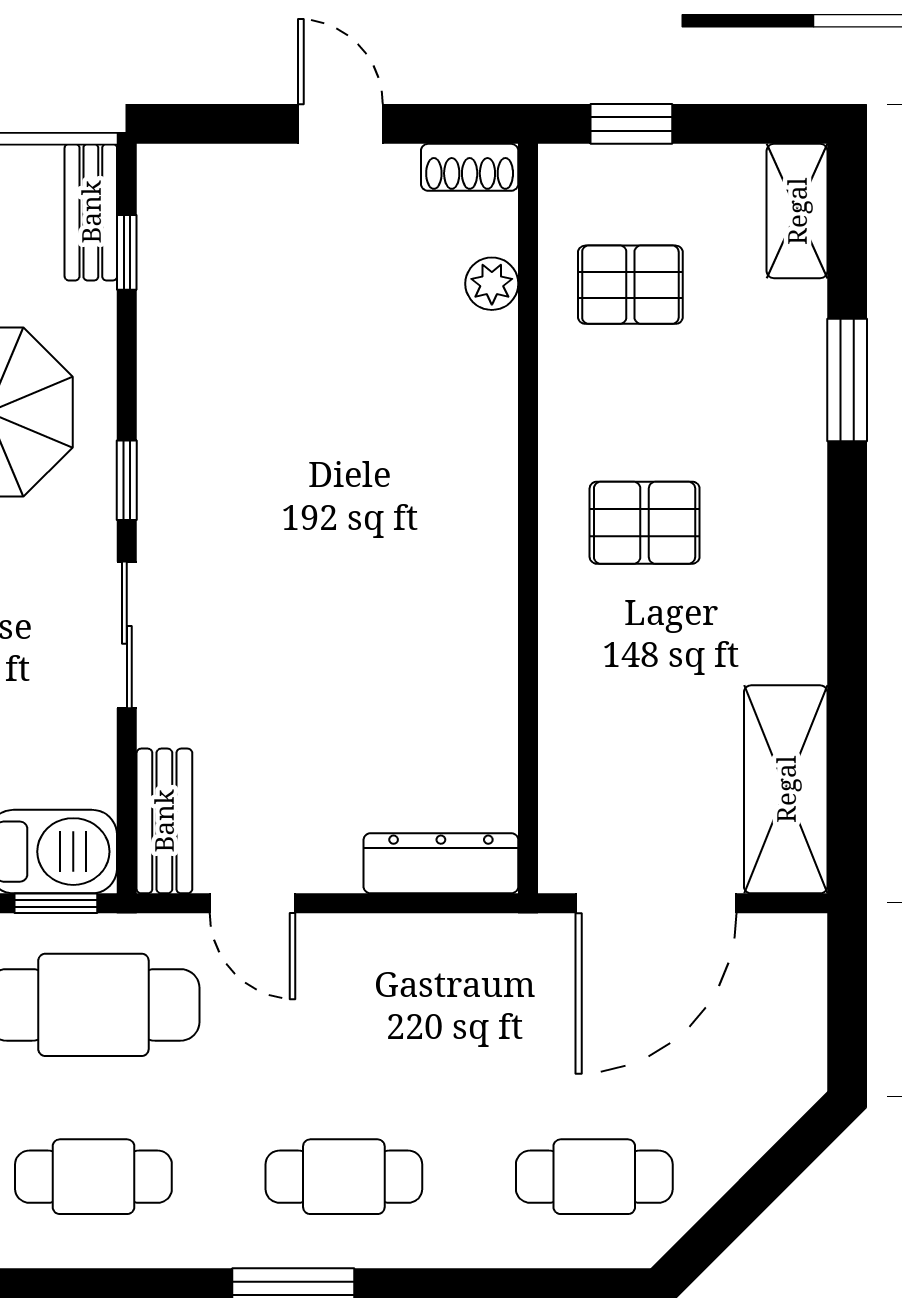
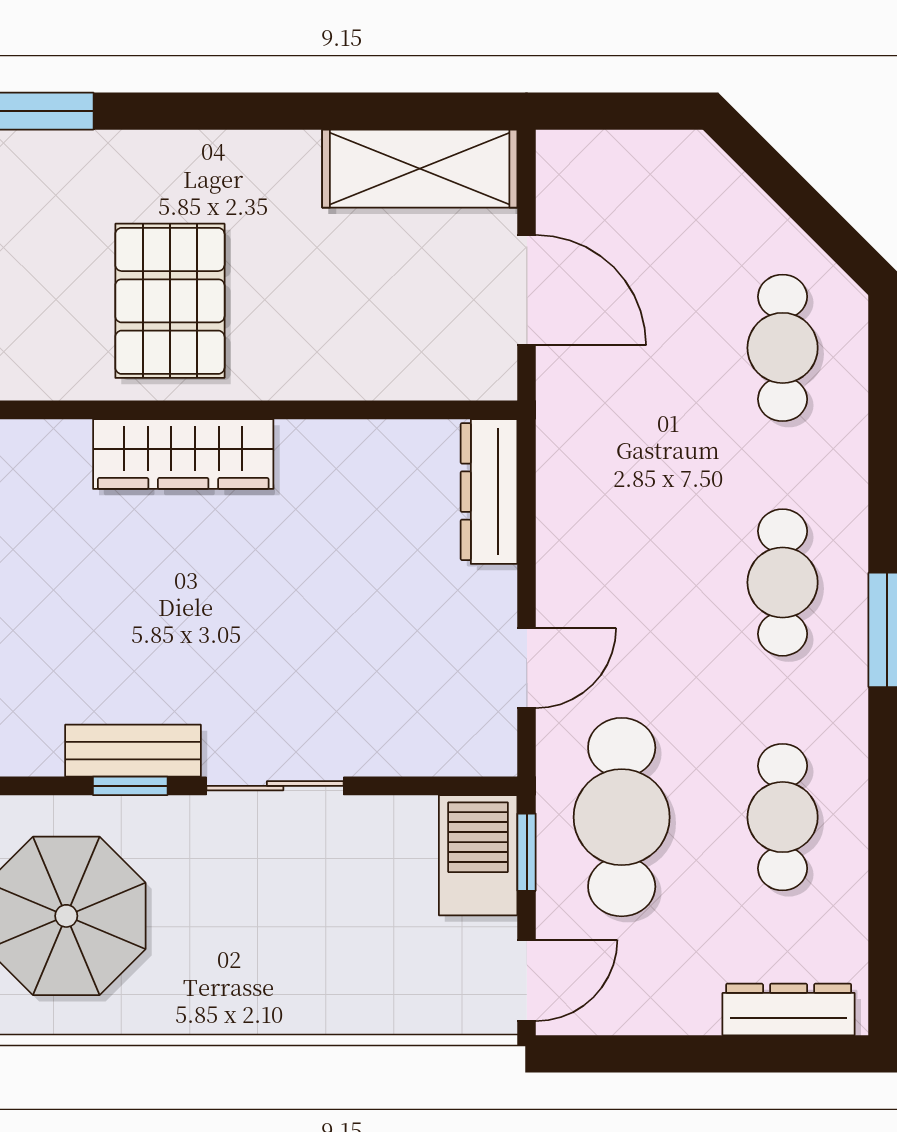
pallet: (645, 523) -> (170, 301), width x1.50, depth x1.42
wardrobe: (481, 537) -> (183, 454), added
bench: (164, 821) -> (133, 751), moved
door: (656, 903) -> (527, 290), width x0.73

